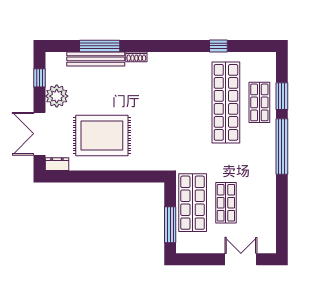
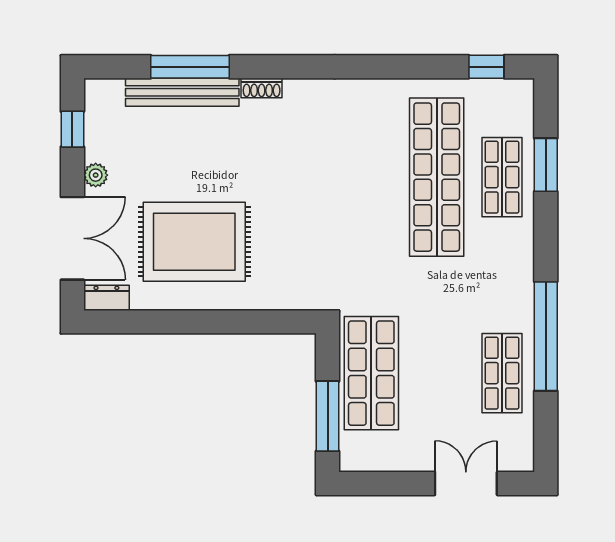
window: (218, 46) -> (486, 67), moved
plant: (57, 96) -> (96, 175), width x0.53, depth x0.53
double door: (40, 134) -> (72, 238), swing flipped
window: (282, 146) -> (546, 336), moved
shop shelf: (226, 203) -> (502, 373), moved

